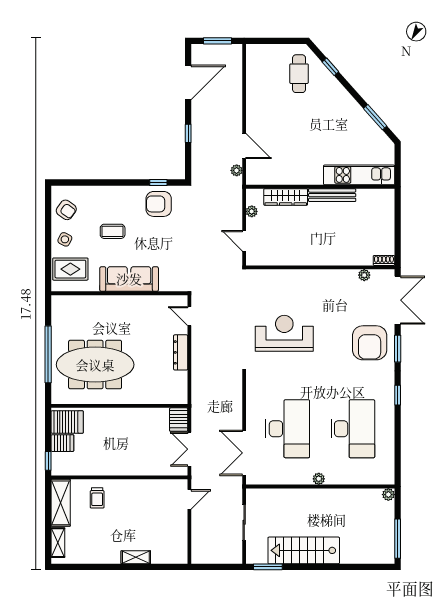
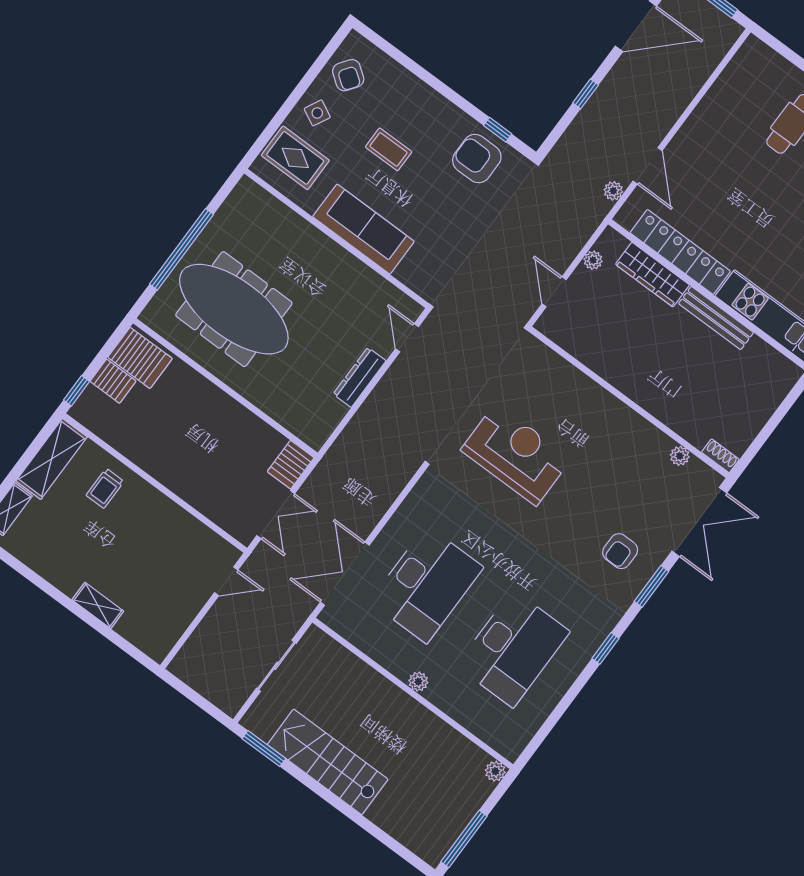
locker: (291, 176) -> (680, 252), added
armchair: (370, 343) -> (620, 551), width x0.53, depth x0.53
double door: (189, 449) -> (276, 515), swing flipped

